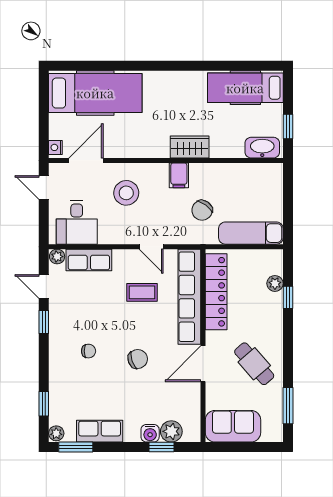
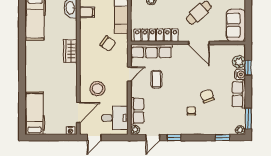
hospital bed: (95, 93) -> (35, 113), width x0.73, depth x0.78
door: (86, 160) -> (78, 112), swing flipped
filing cabinet: (179, 175) -> (87, 12), moved
row of seats: (189, 297) -> (151, 51), width x0.73
chair: (138, 359) -> (207, 96), moved
row of seats: (100, 431) -> (239, 94), moved

